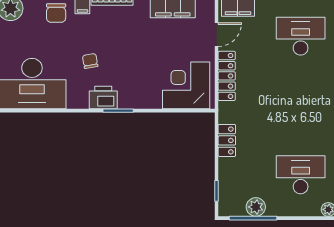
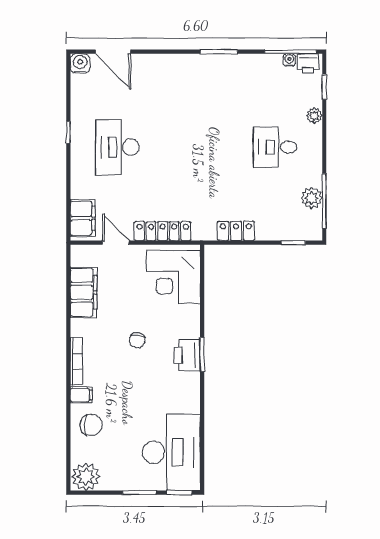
chair: (90, 61) -> (137, 340), moved, turned -69
printer: (103, 98) -> (187, 355), moved
desk: (301, 175) -> (275, 147), width x0.73

